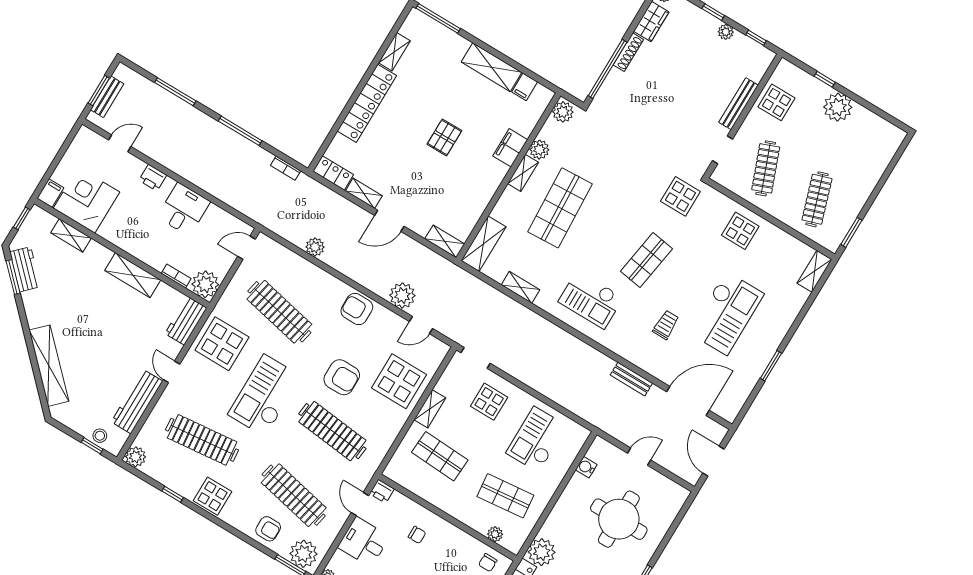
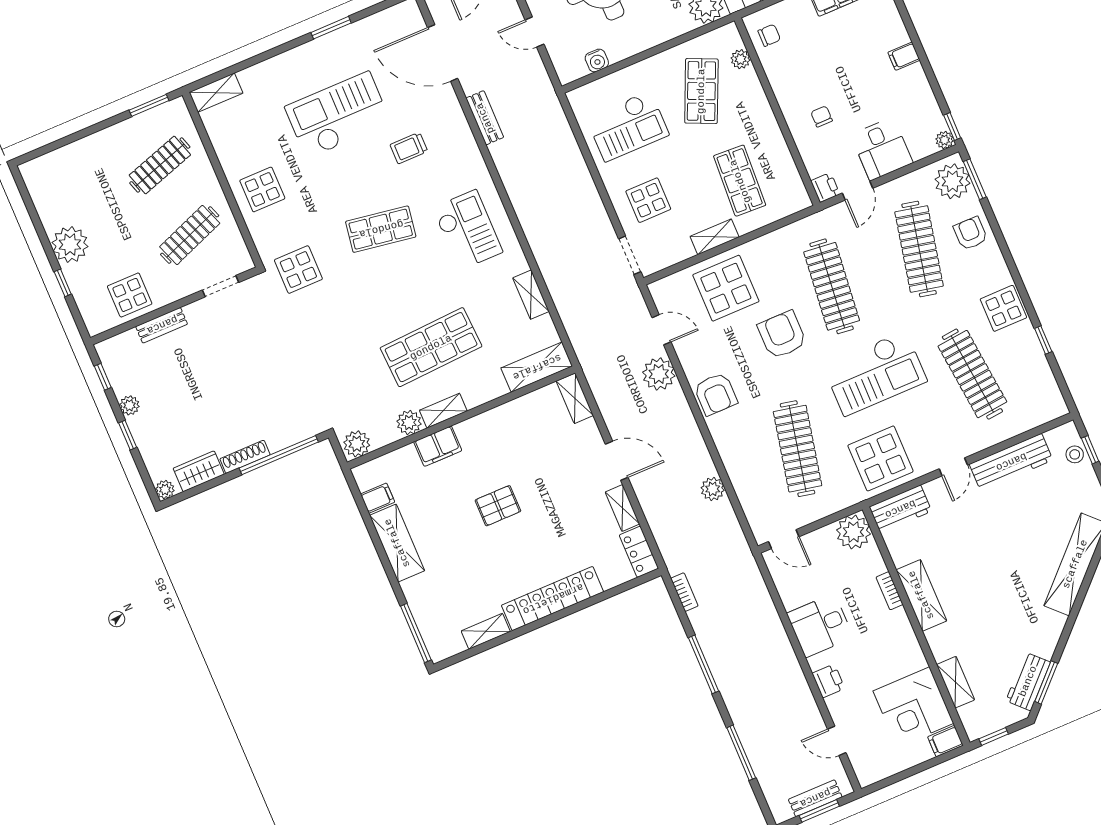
bench: (739, 104) -> (162, 325), width x0.73
bookcase: (176, 276) -> (889, 591), moved
plant: (136, 457) -> (1054, 406), removed
shop shelf: (505, 496) -> (701, 91), turned 30

